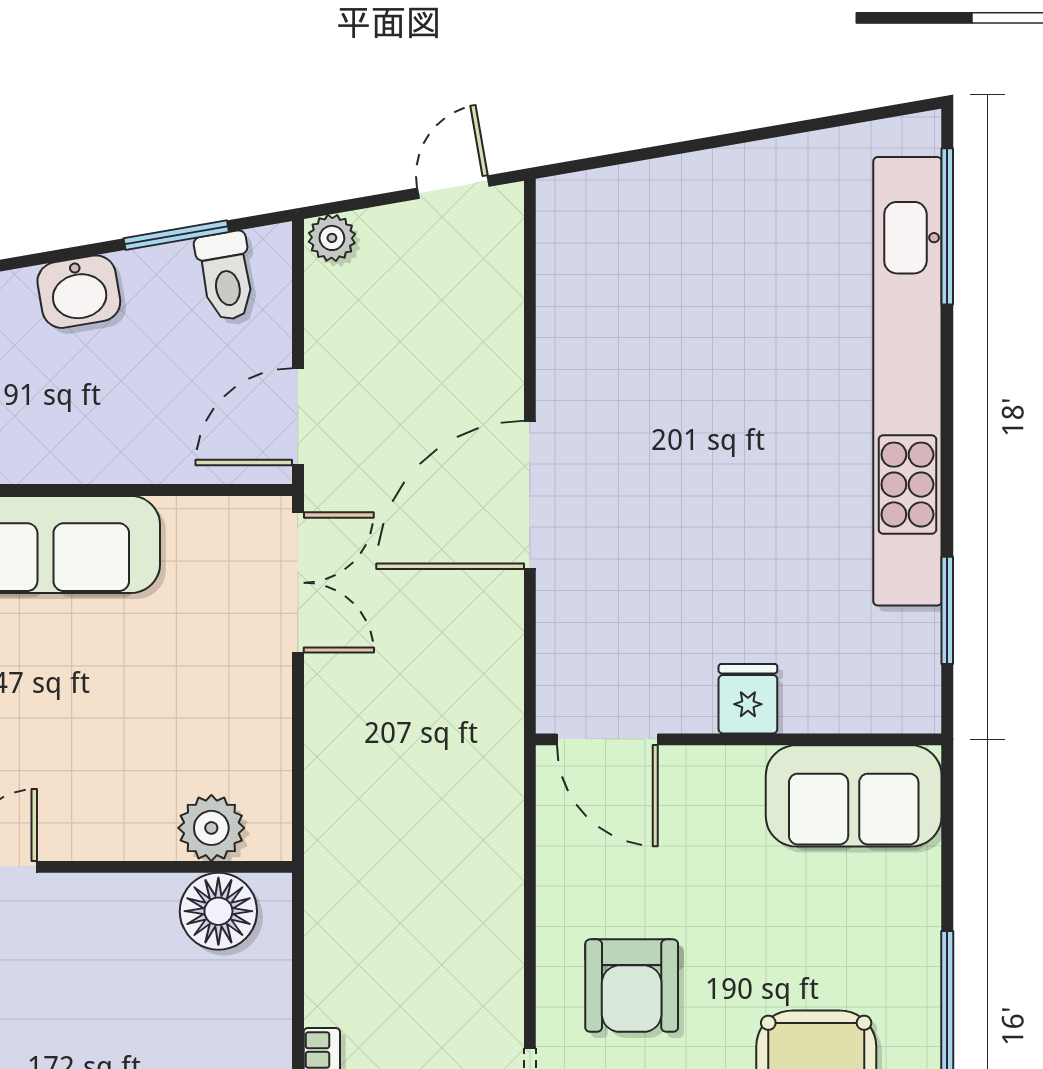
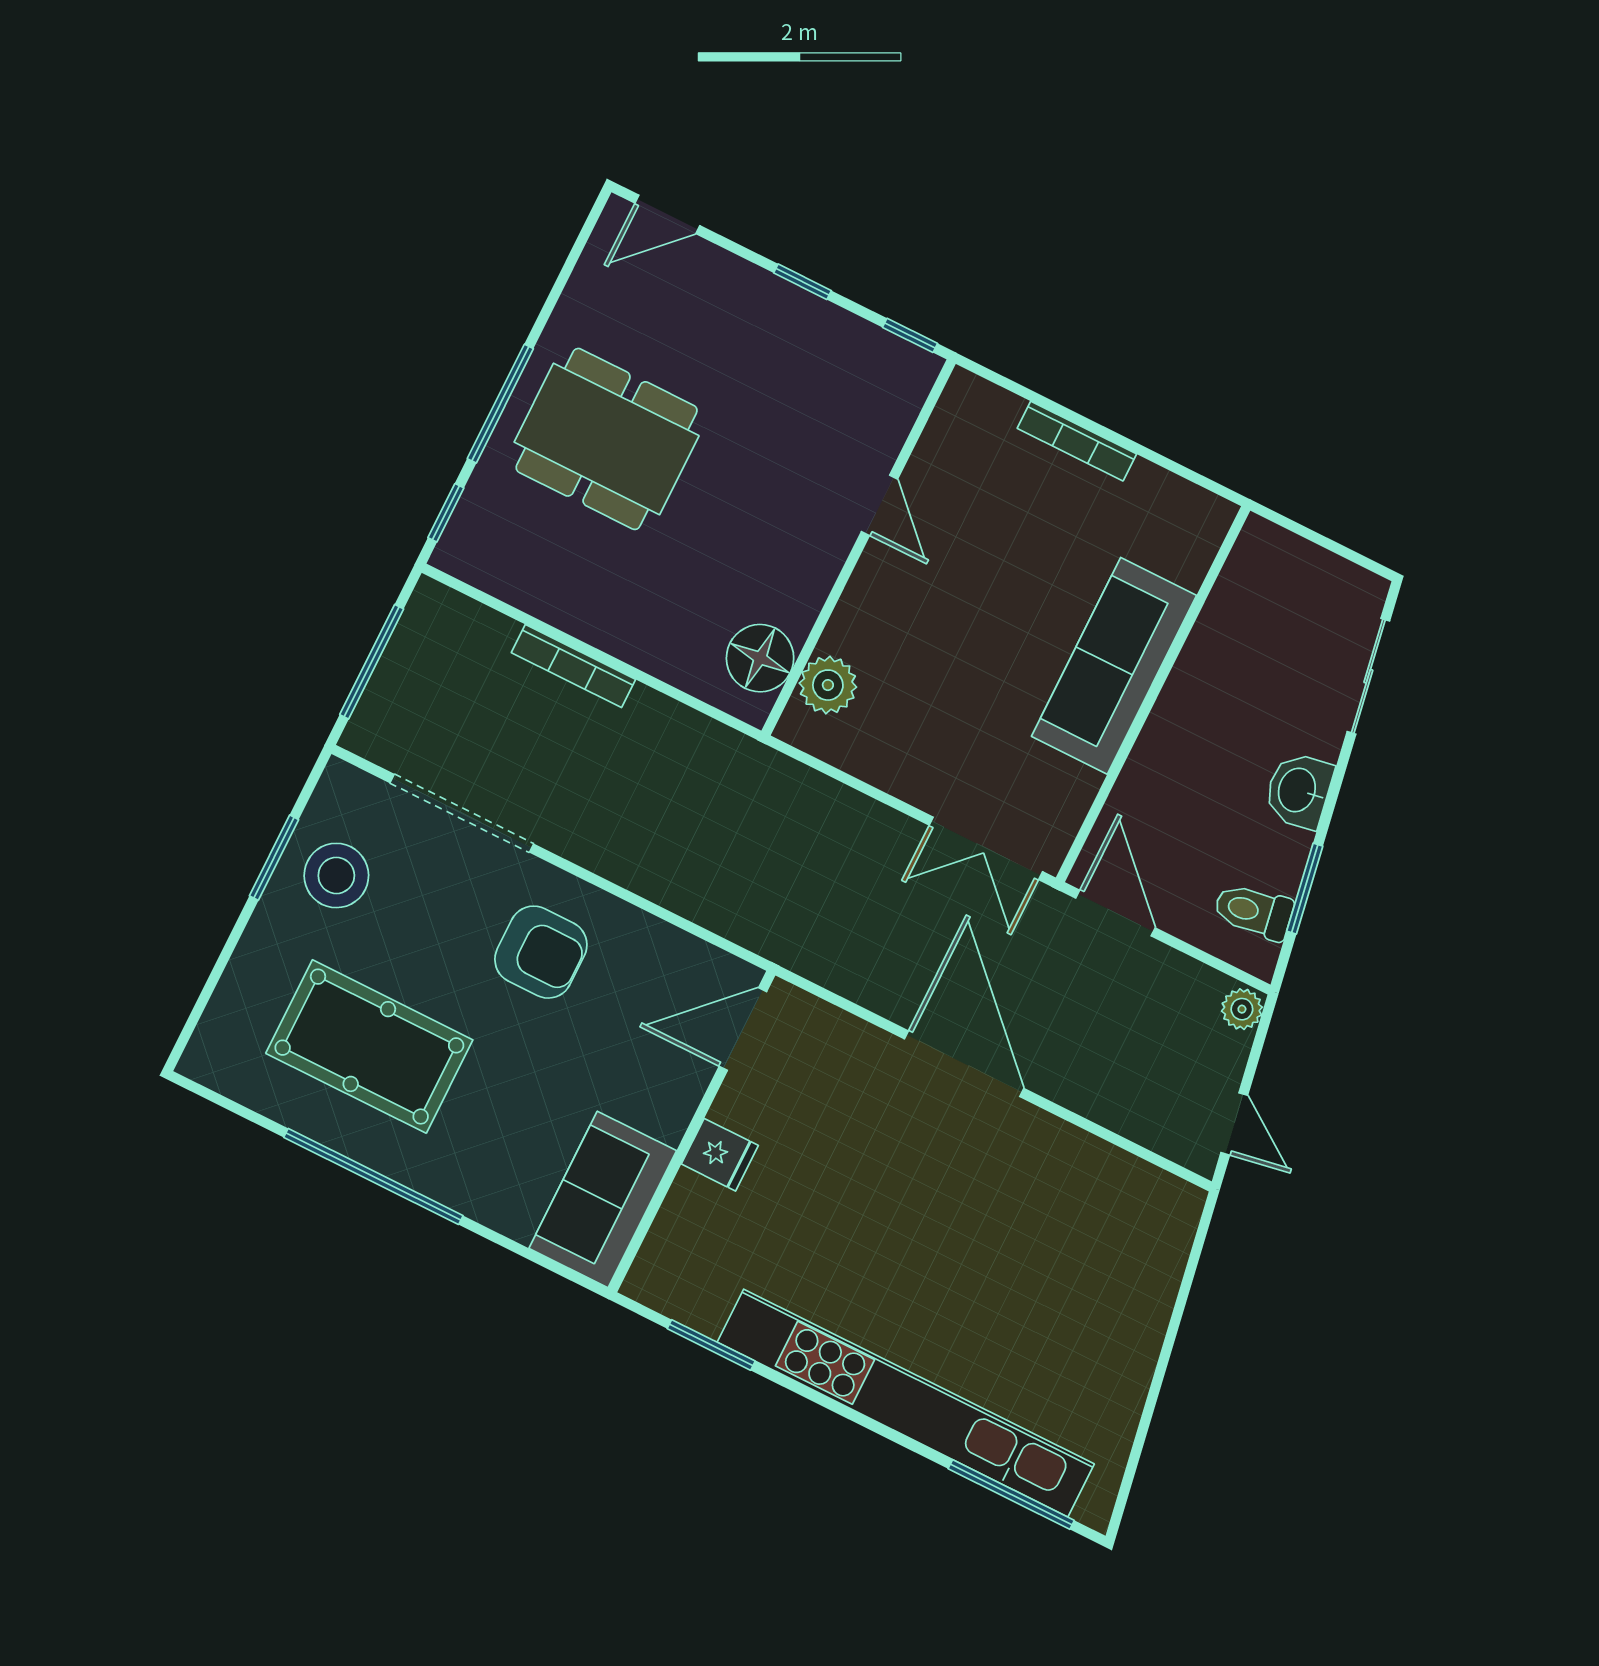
armchair: (632, 986) -> (541, 952), turned 180

